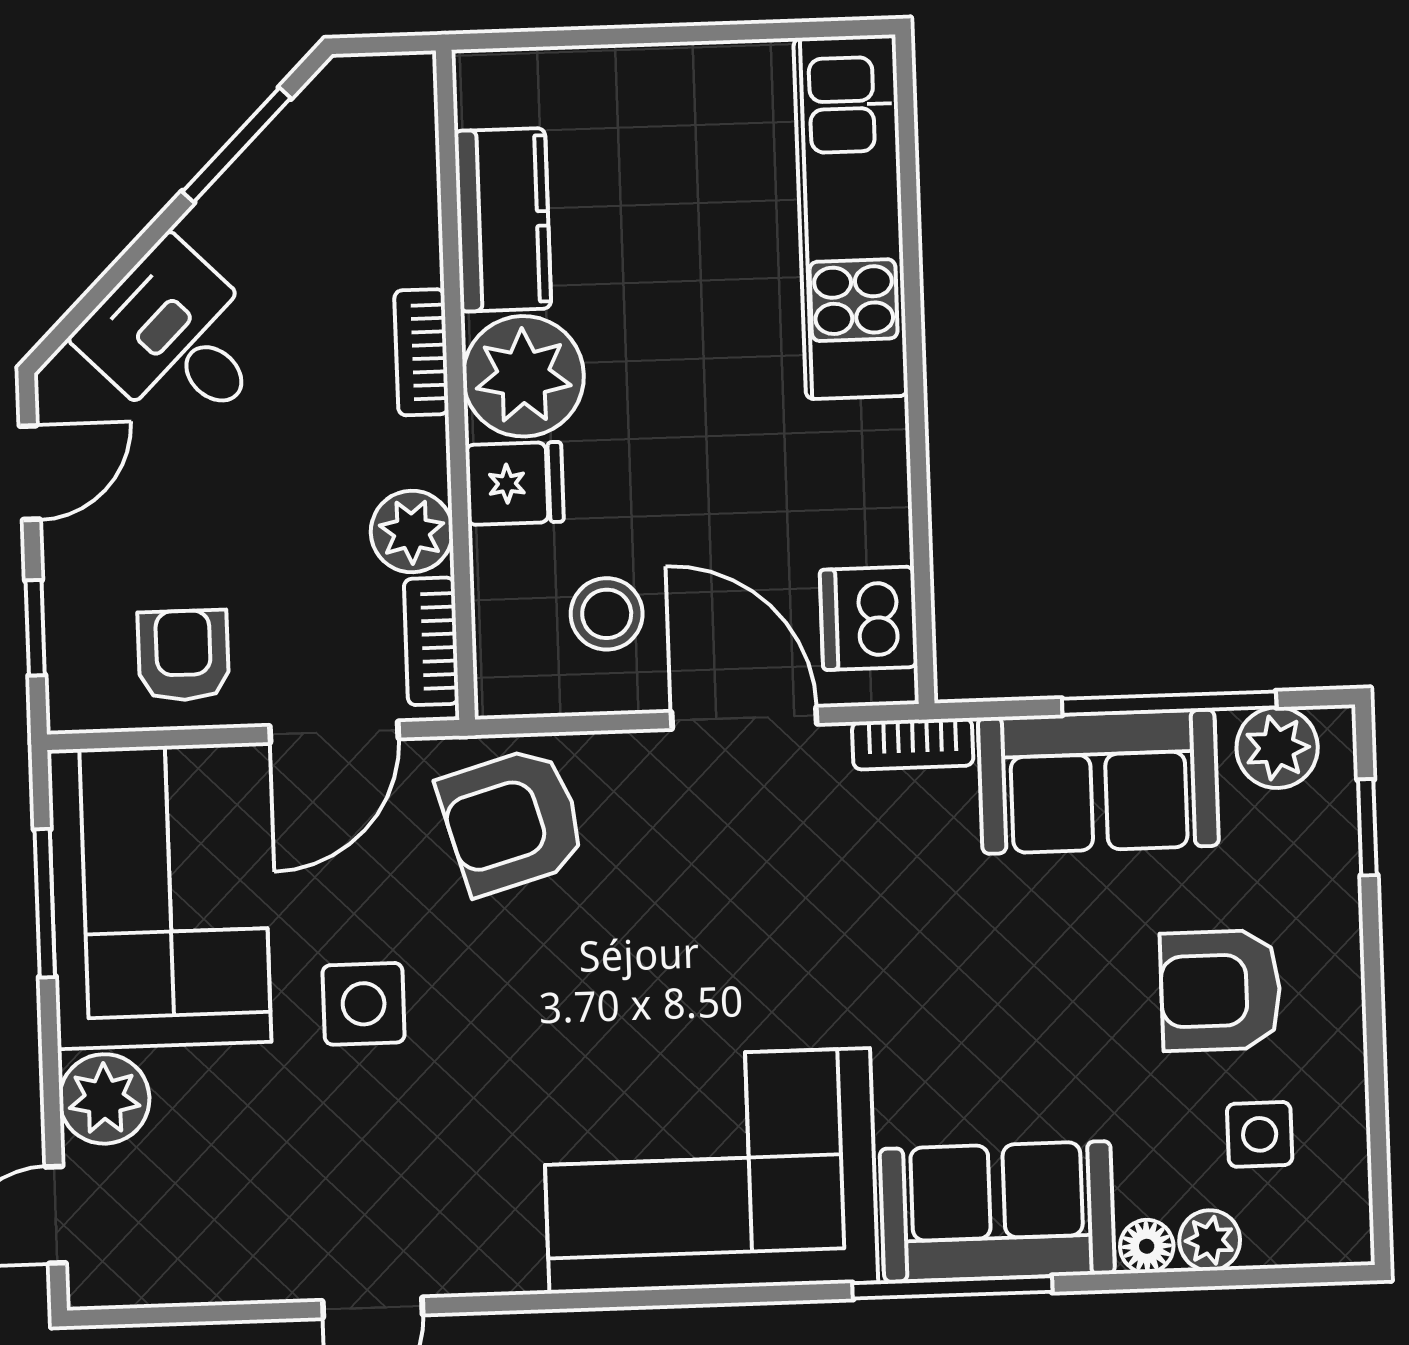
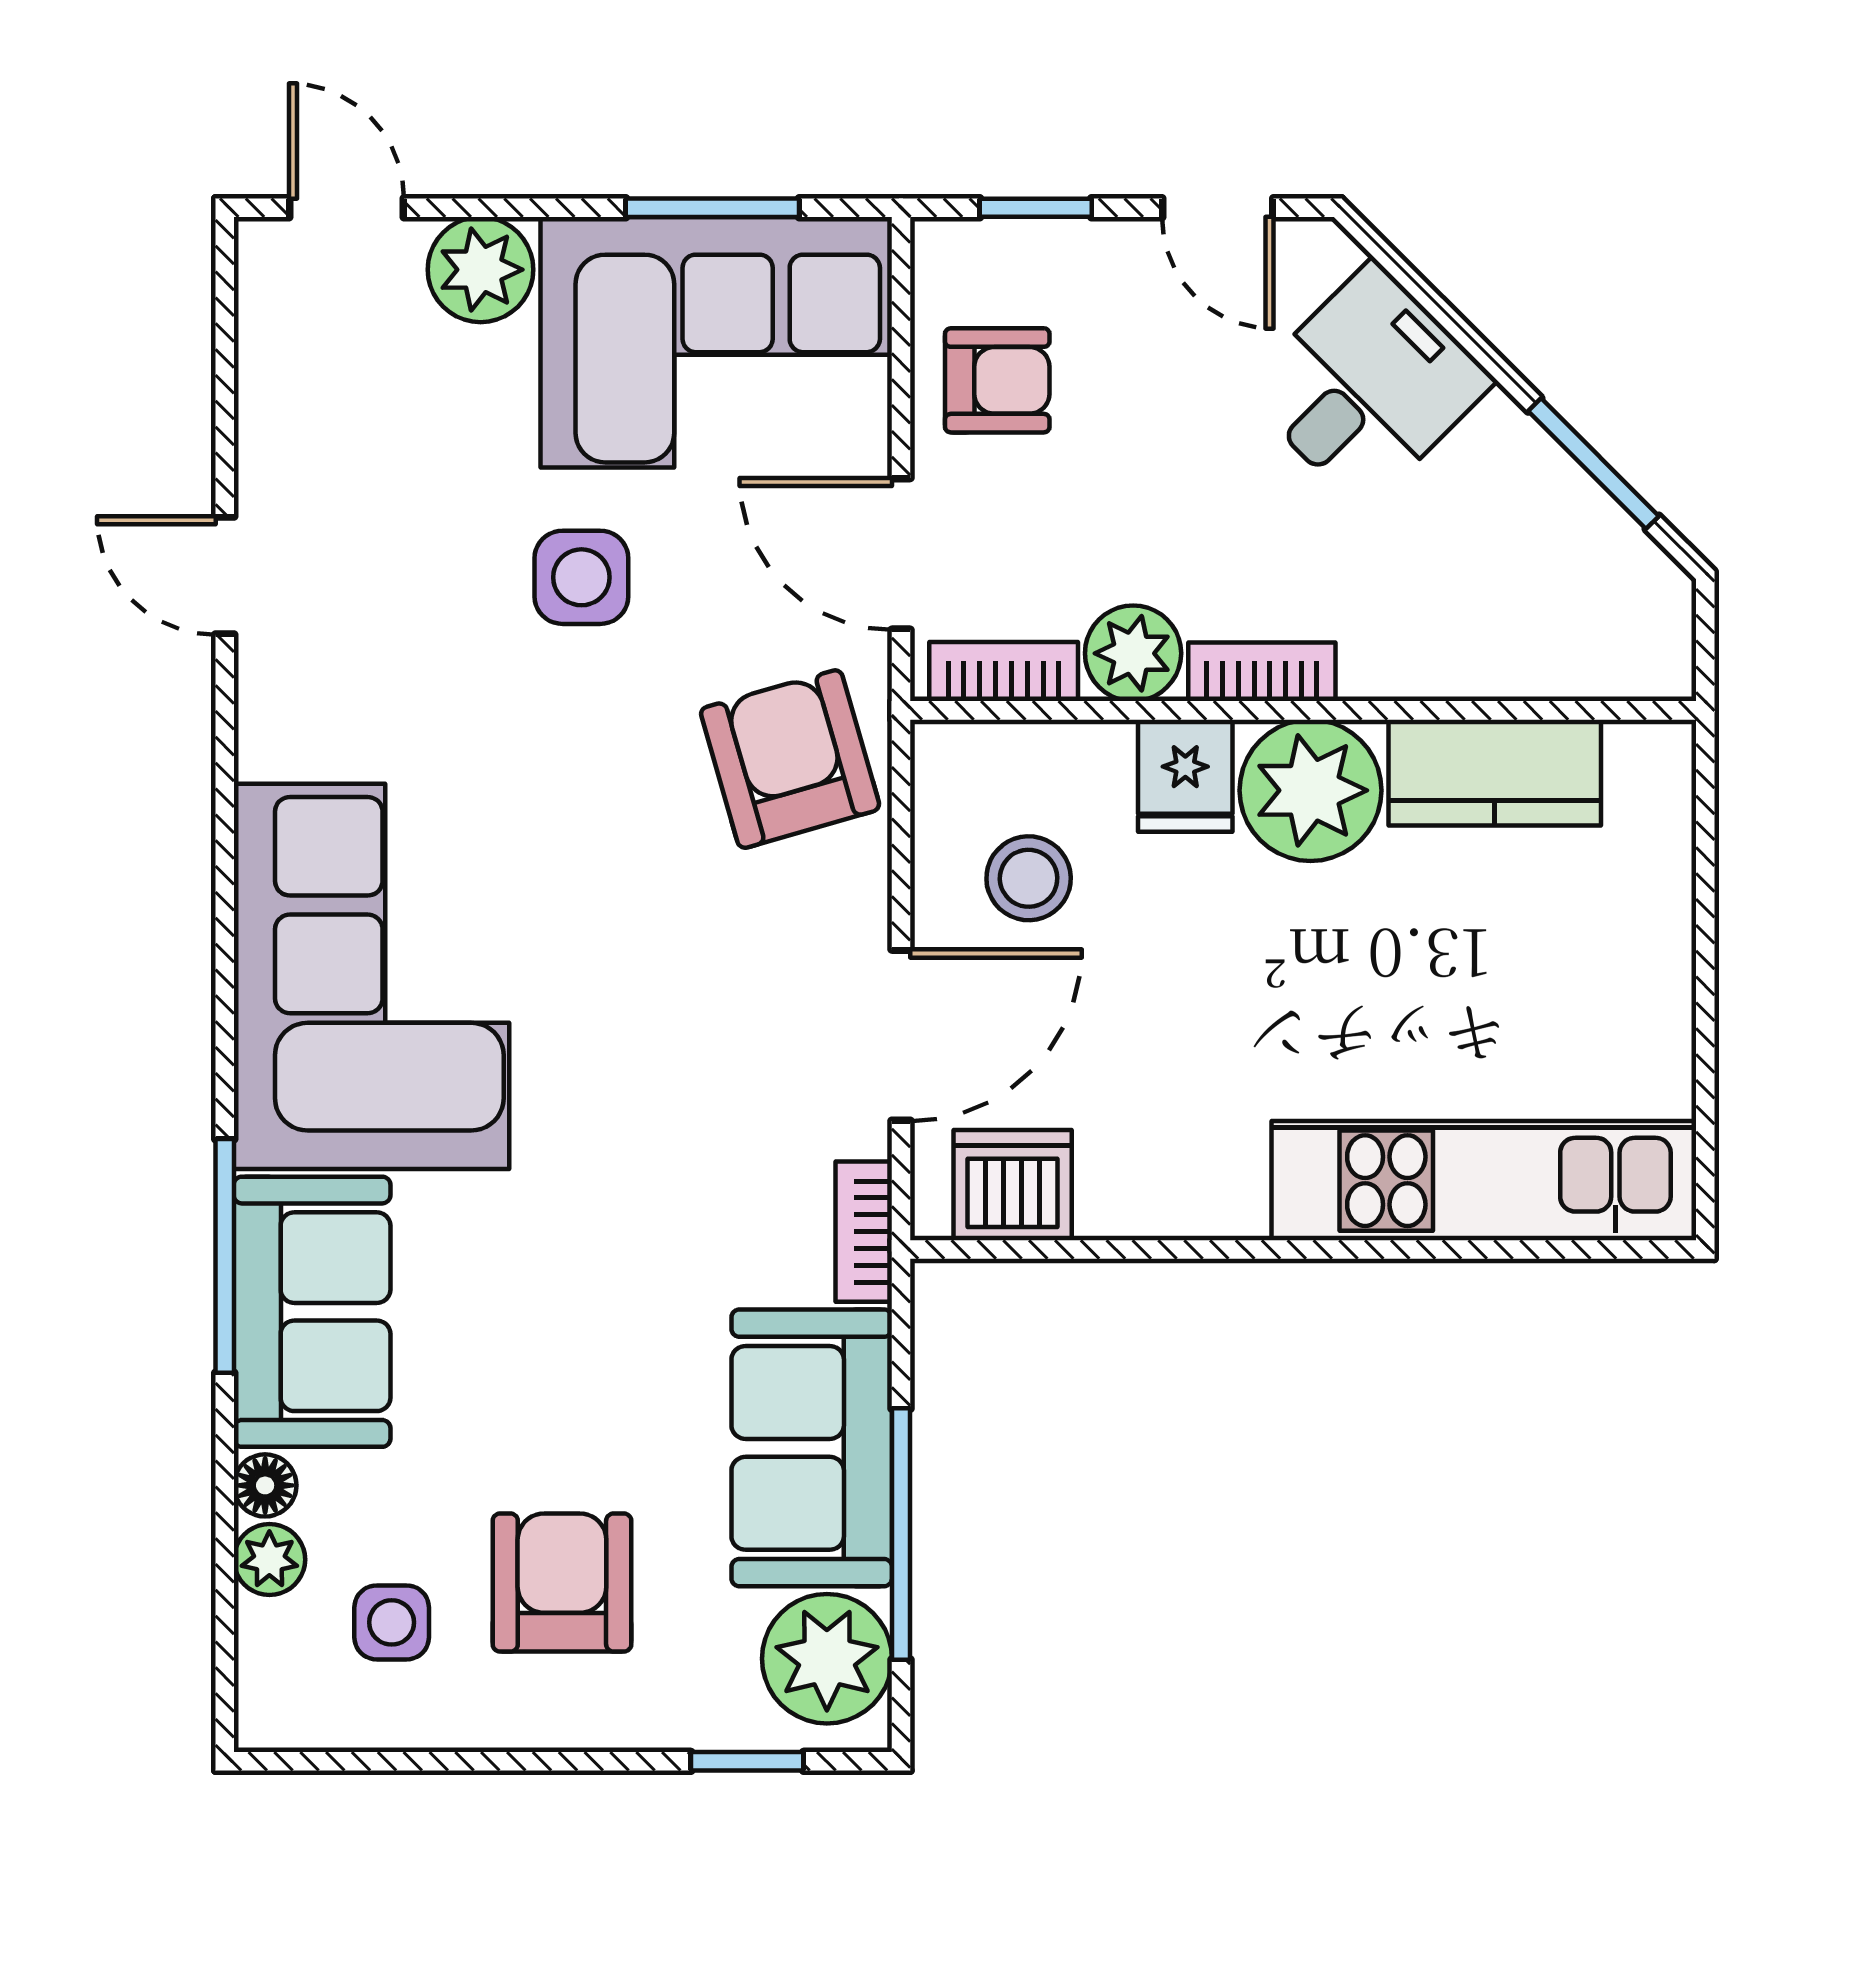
bookcase: (421, 352) -> (1262, 672), moved
plant: (1277, 748) -> (827, 1659), width x1.36, depth x1.36

